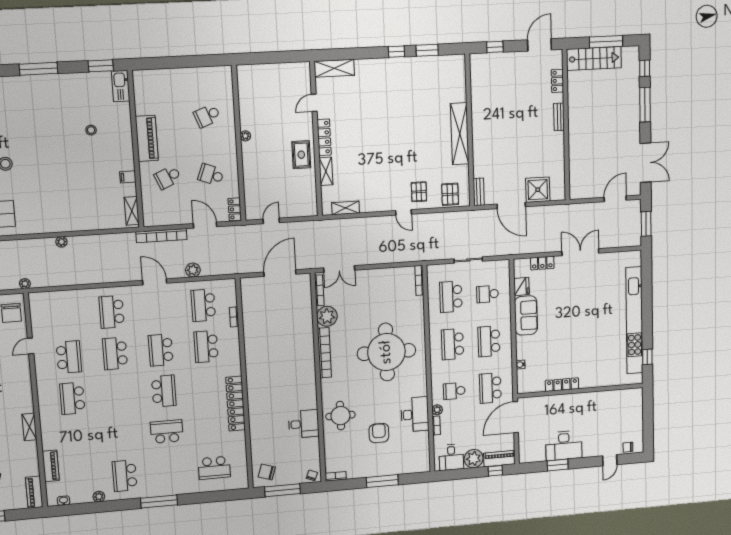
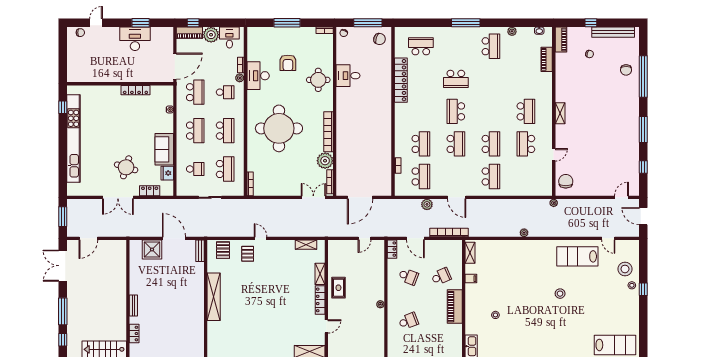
round table: (571, 290) -> (126, 167), added
locker: (236, 404) -> (401, 80), moved
shelving: (29, 427) -> (560, 113), moved

